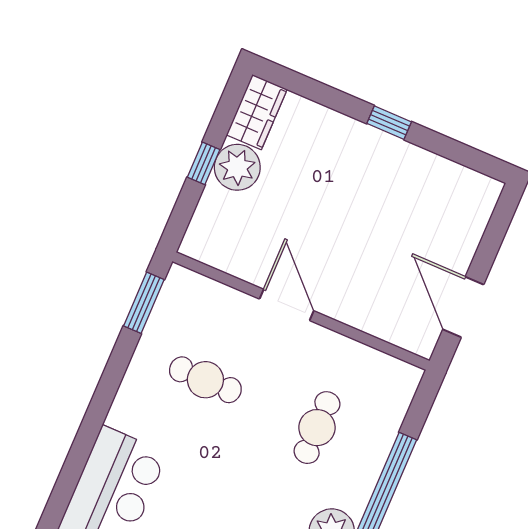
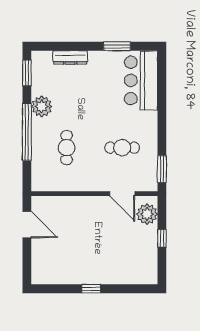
wardrobe: (257, 112) -> (149, 269), removed
plant: (237, 167) -> (147, 214), moved
door: (287, 305) -> (122, 194), moved

